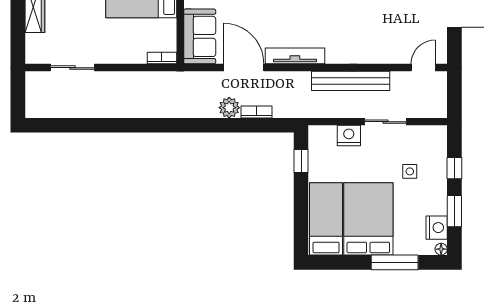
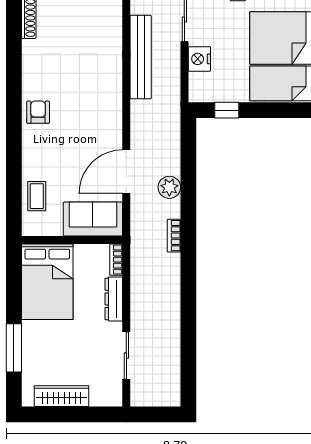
dresser: (125, 56) -> (114, 299), added
tv unit: (295, 56) -> (114, 117), removed
bookcase: (256, 112) -> (174, 236), moved

